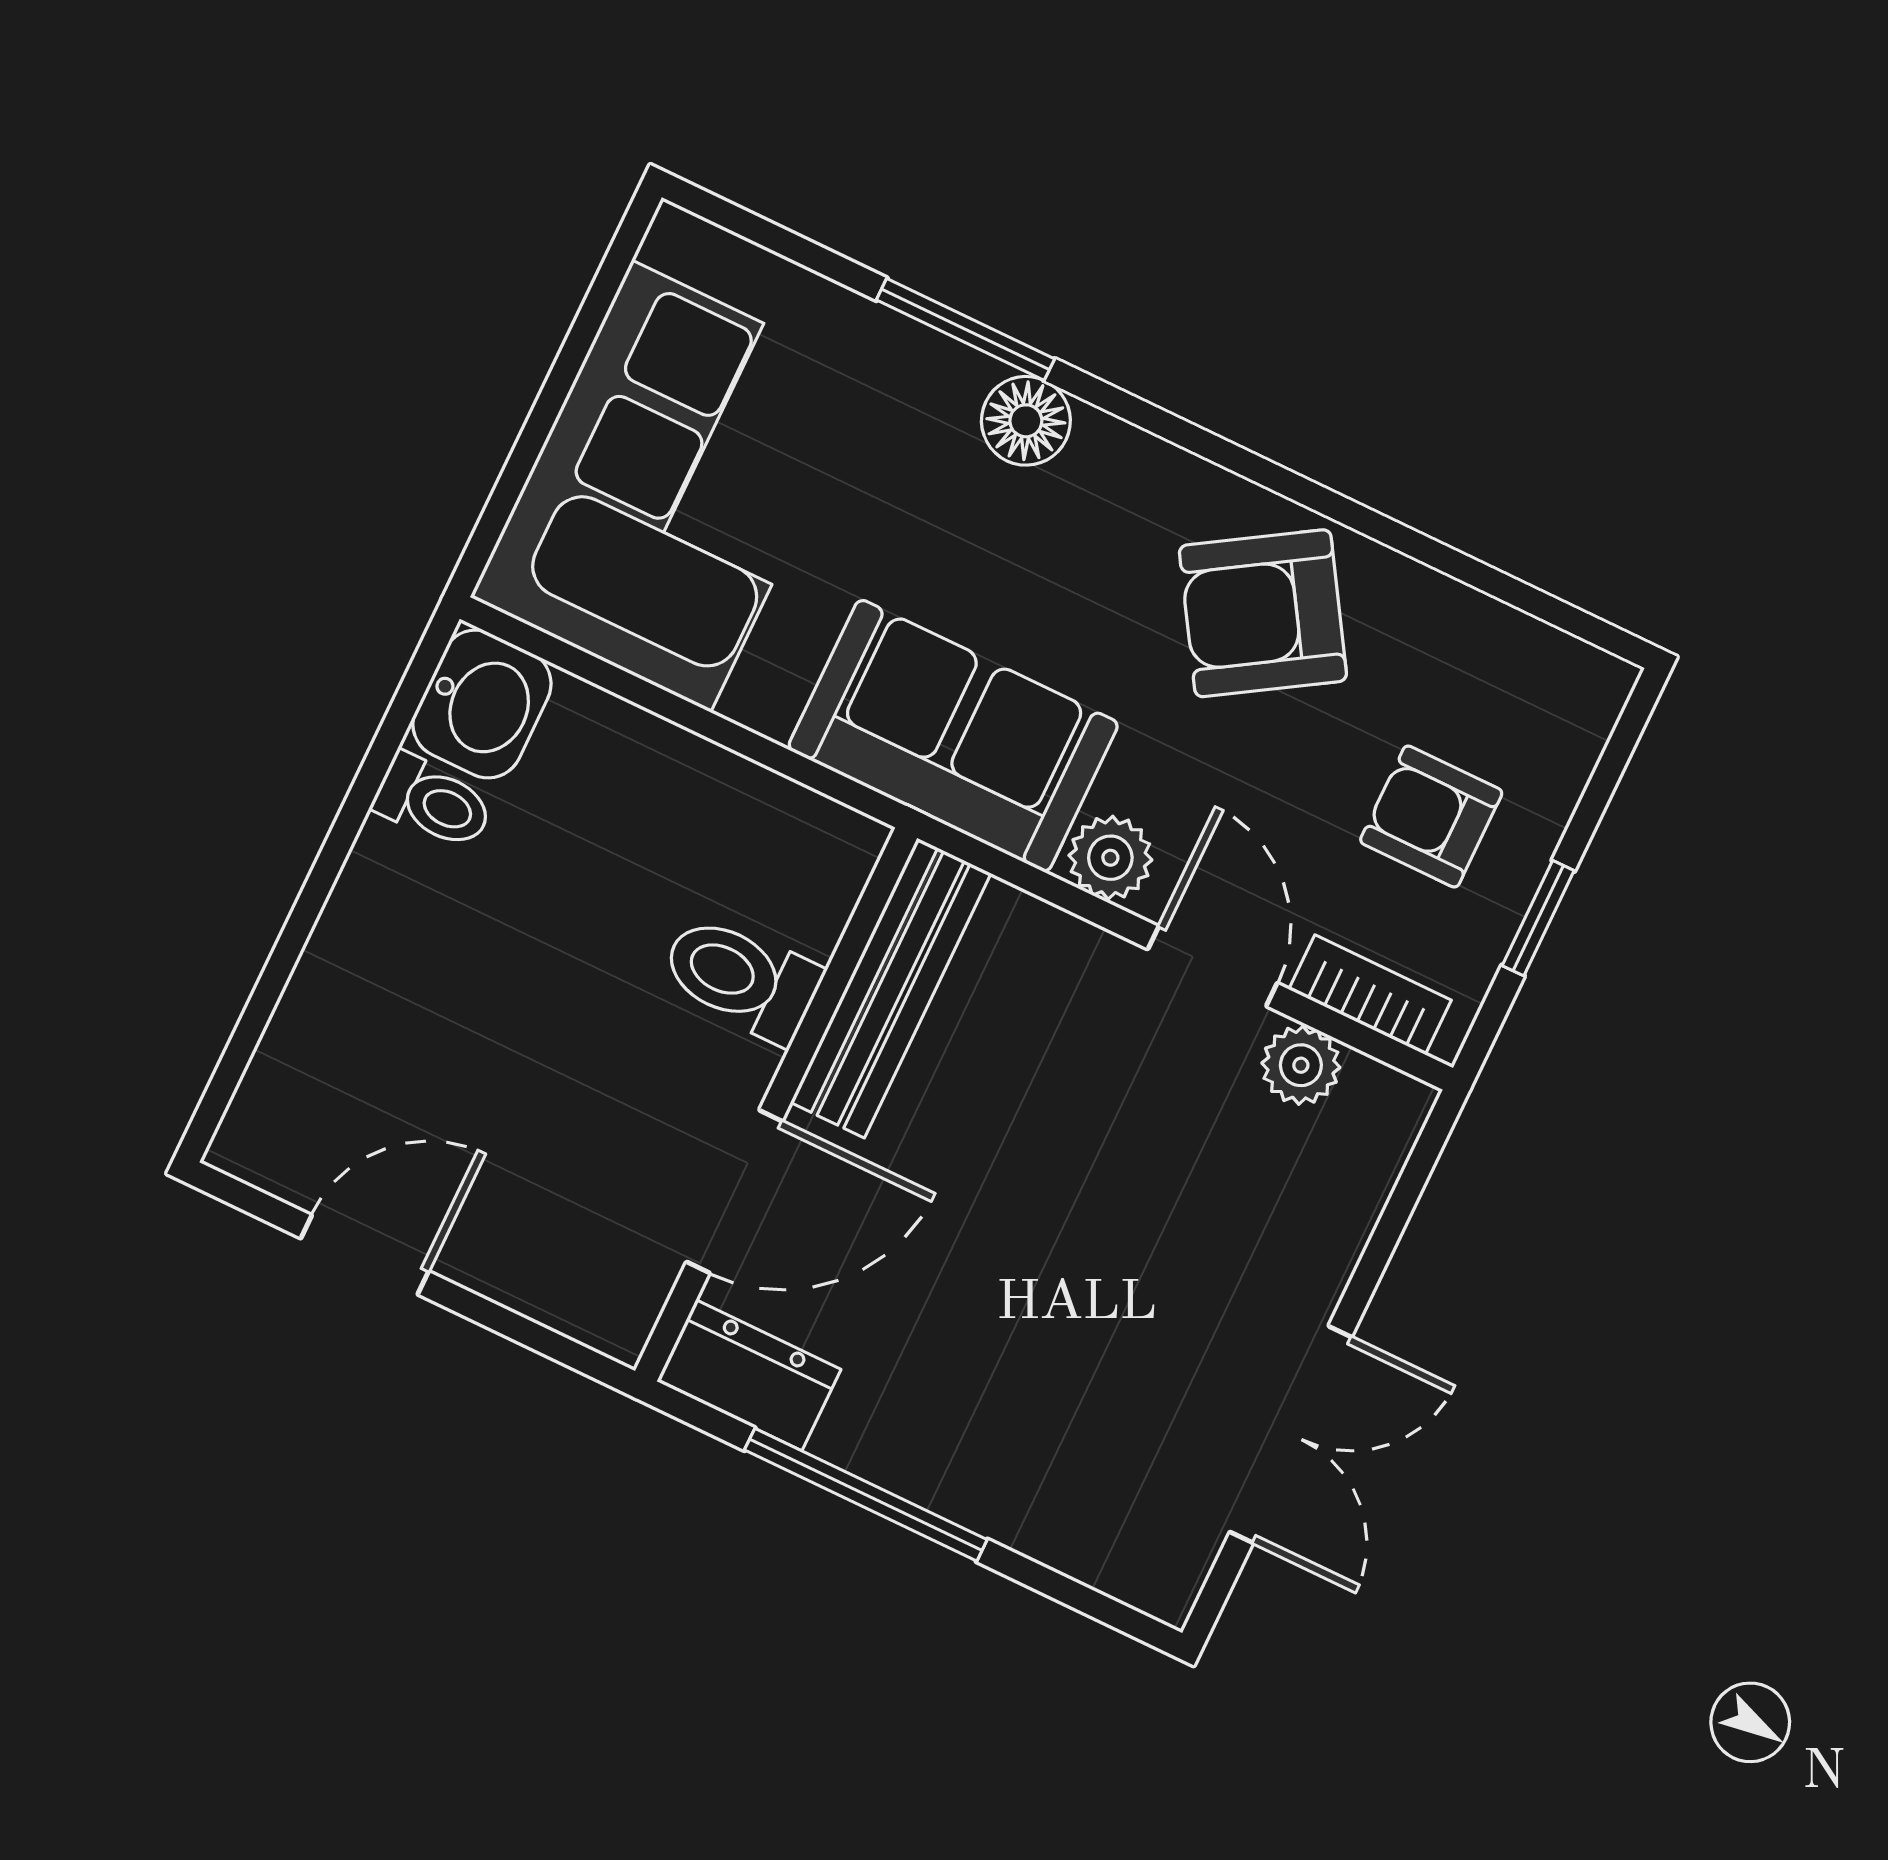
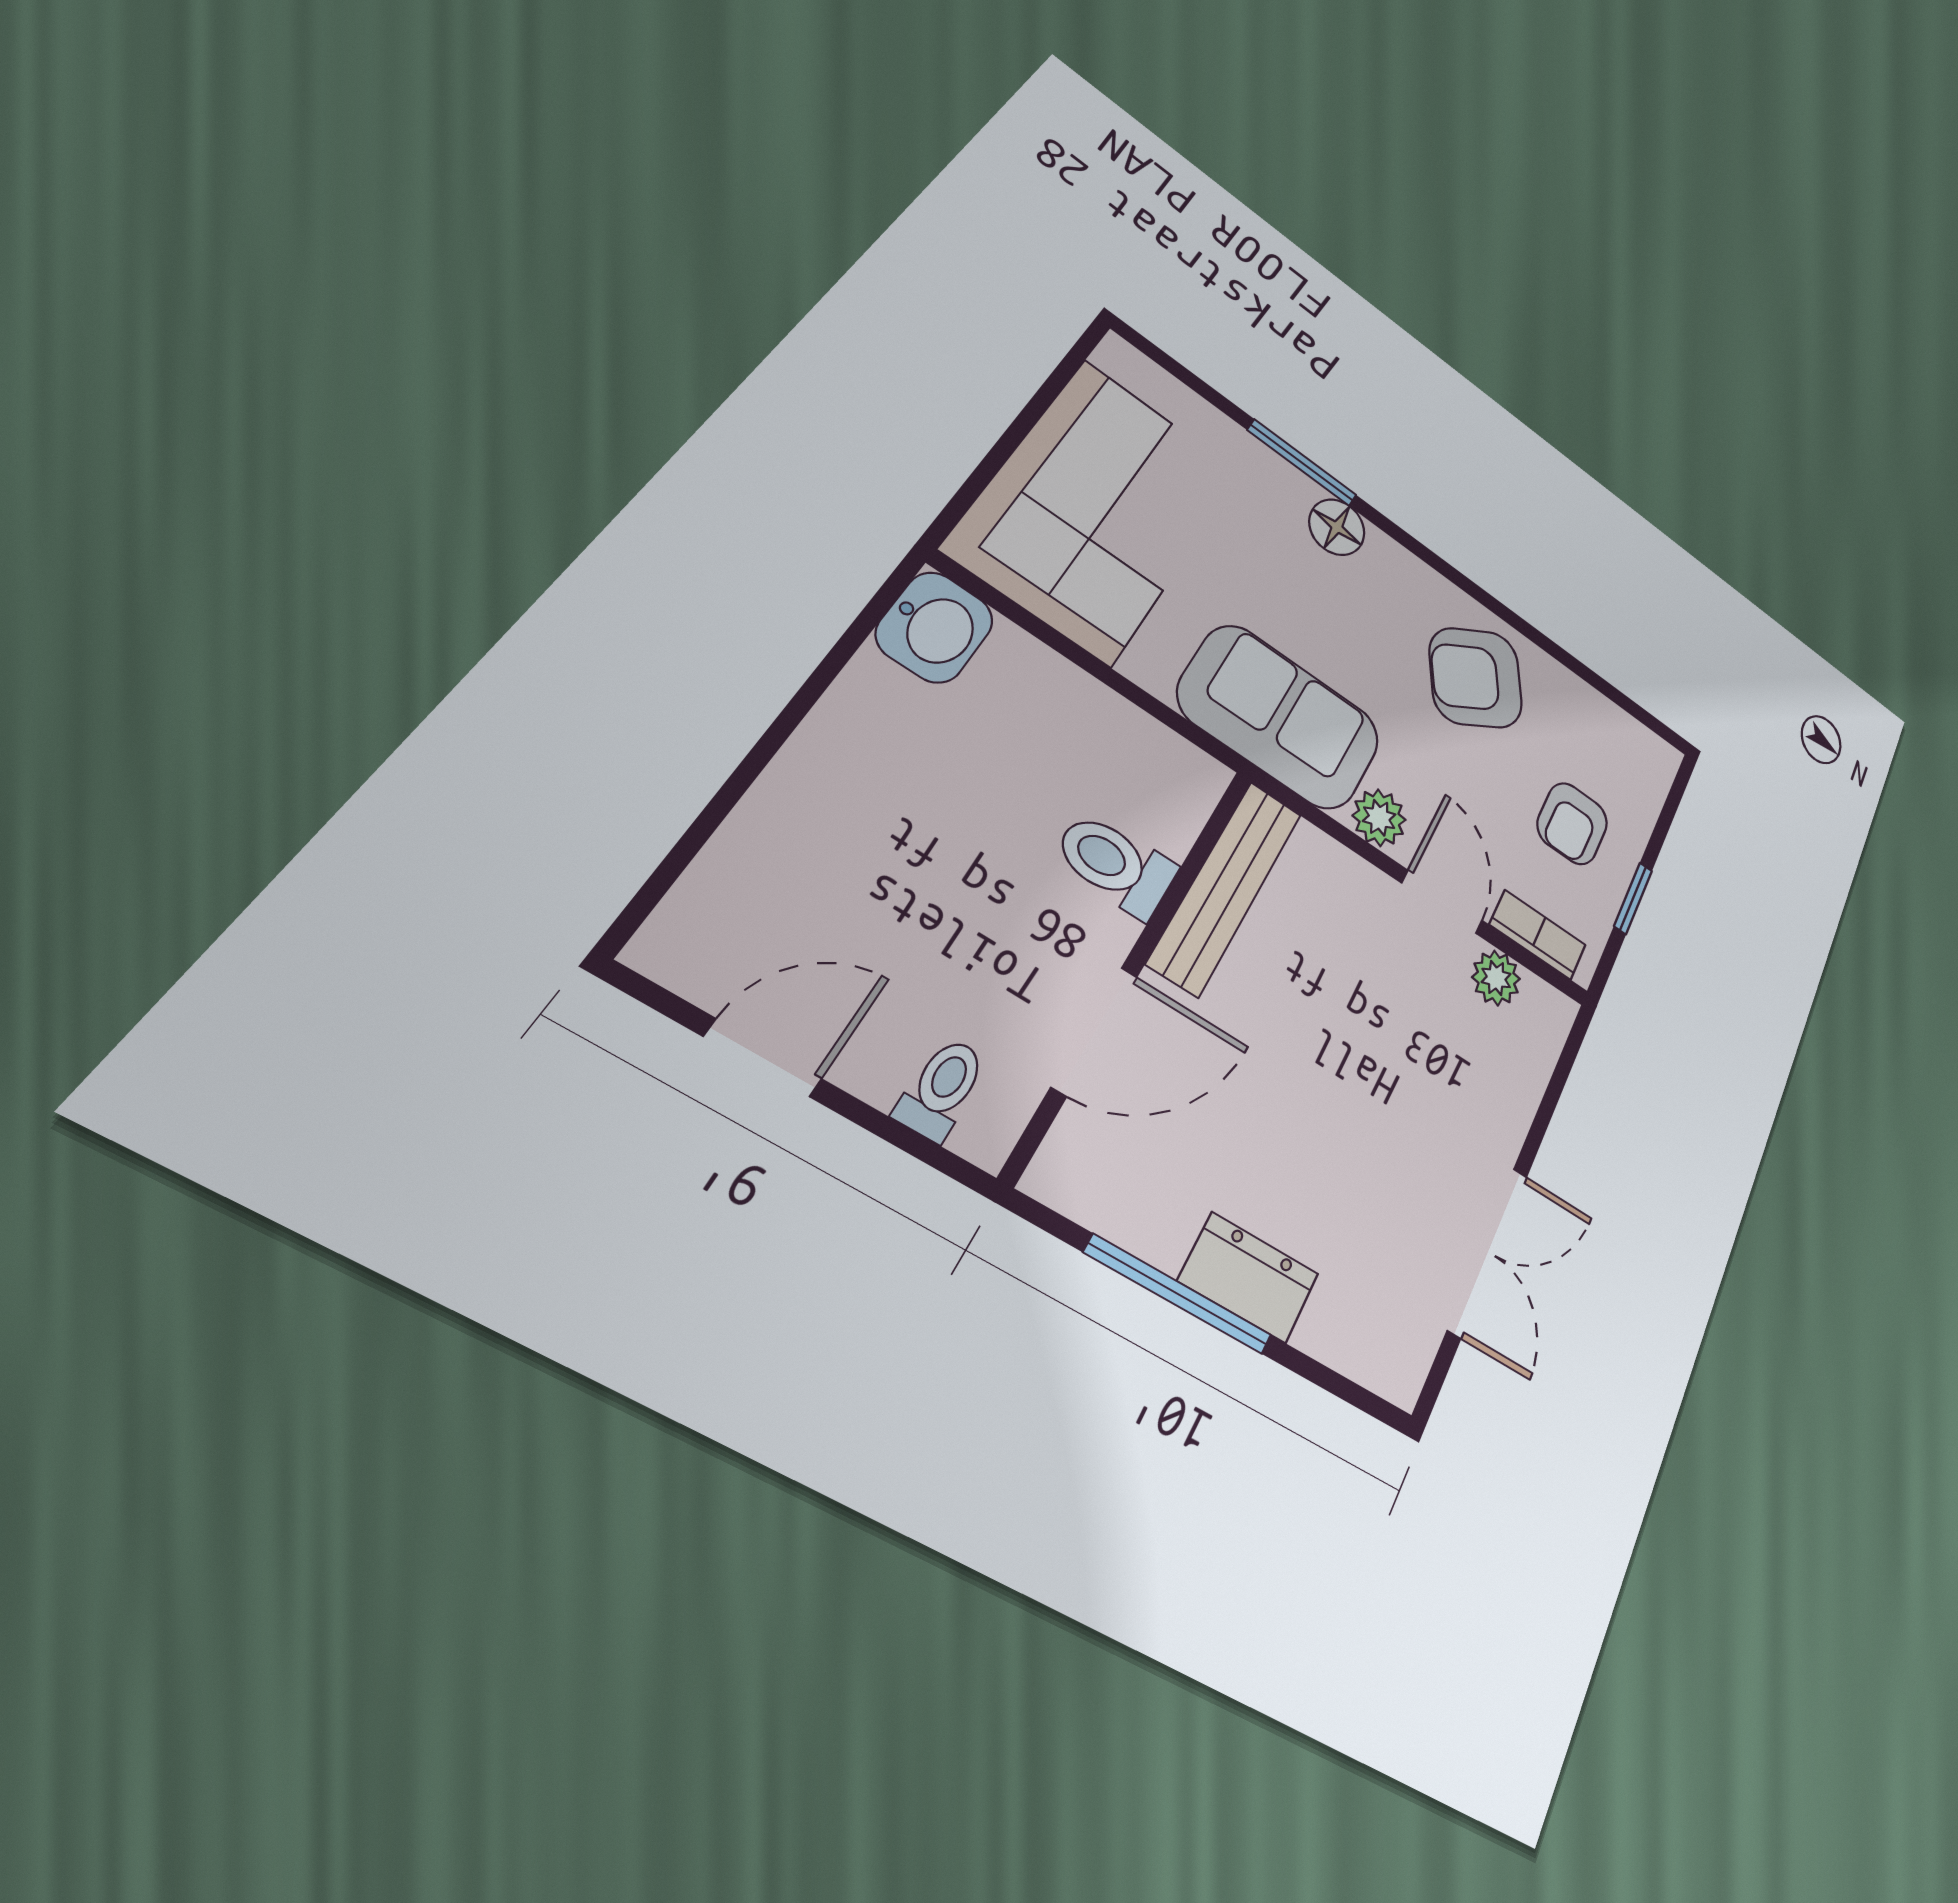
toilet: (433, 802) -> (942, 1089), moved, turned -90
armchair: (1431, 816) -> (1572, 824), turned -90
dresser: (749, 1375) -> (1249, 1277), moved

